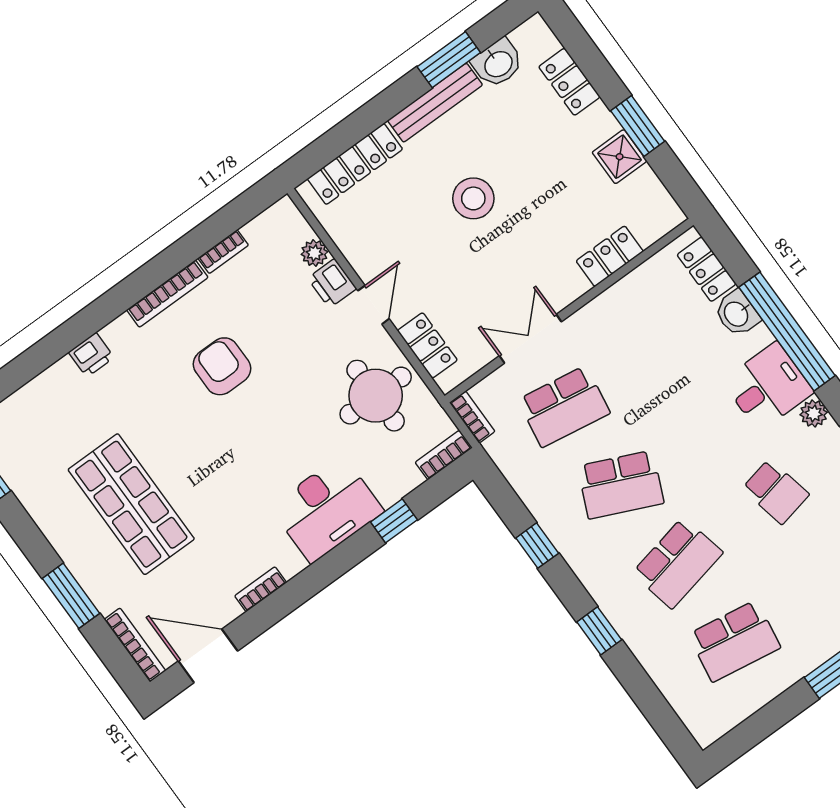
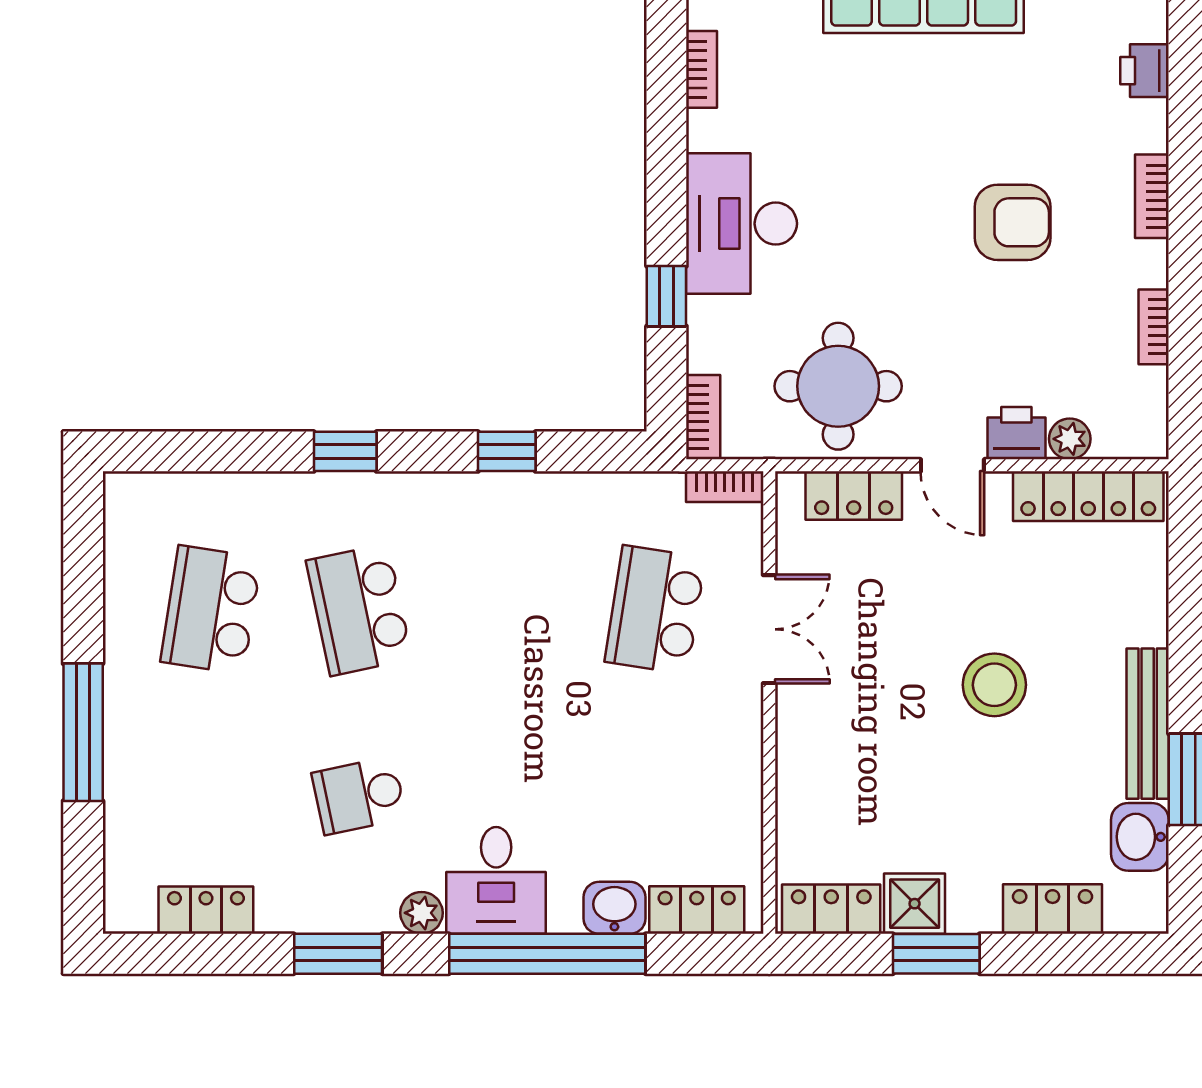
locker: (355, 164) -> (1088, 496), moved, turned -90
locker: (610, 256) -> (831, 909), moved, turned -90
bookcase: (167, 294) -> (1152, 196), width x0.64
school desk: (621, 485) -> (507, 610), removed

